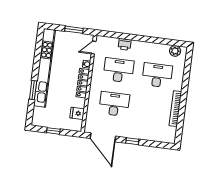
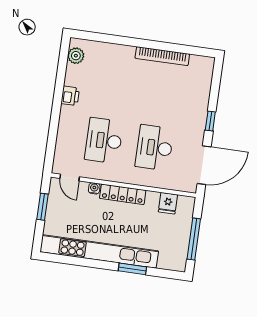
printer: (125, 44) -> (70, 96), moved
desk: (157, 75) -> (112, 83), removed
window: (53, 131) -> (194, 239), width x2.17

